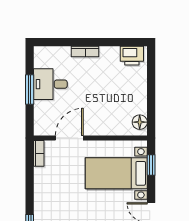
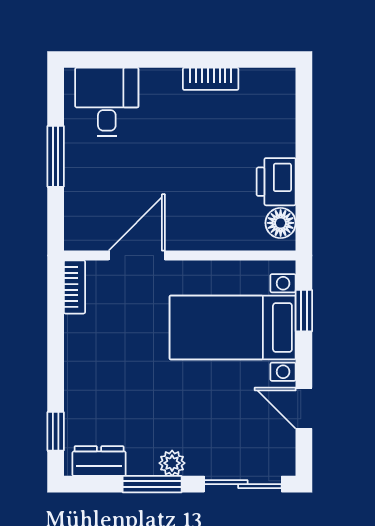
bookcase: (85, 52) -> (211, 79), moved
printer: (132, 56) -> (276, 182), moved, turned 90
desk: (50, 84) -> (107, 102), moved, turned 90

